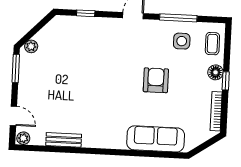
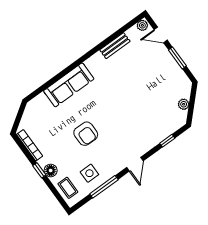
plant: (31, 46) -> (184, 104), moved
window: (16, 68) -> (177, 58), moved
sofa: (156, 139) -> (69, 85), moved

